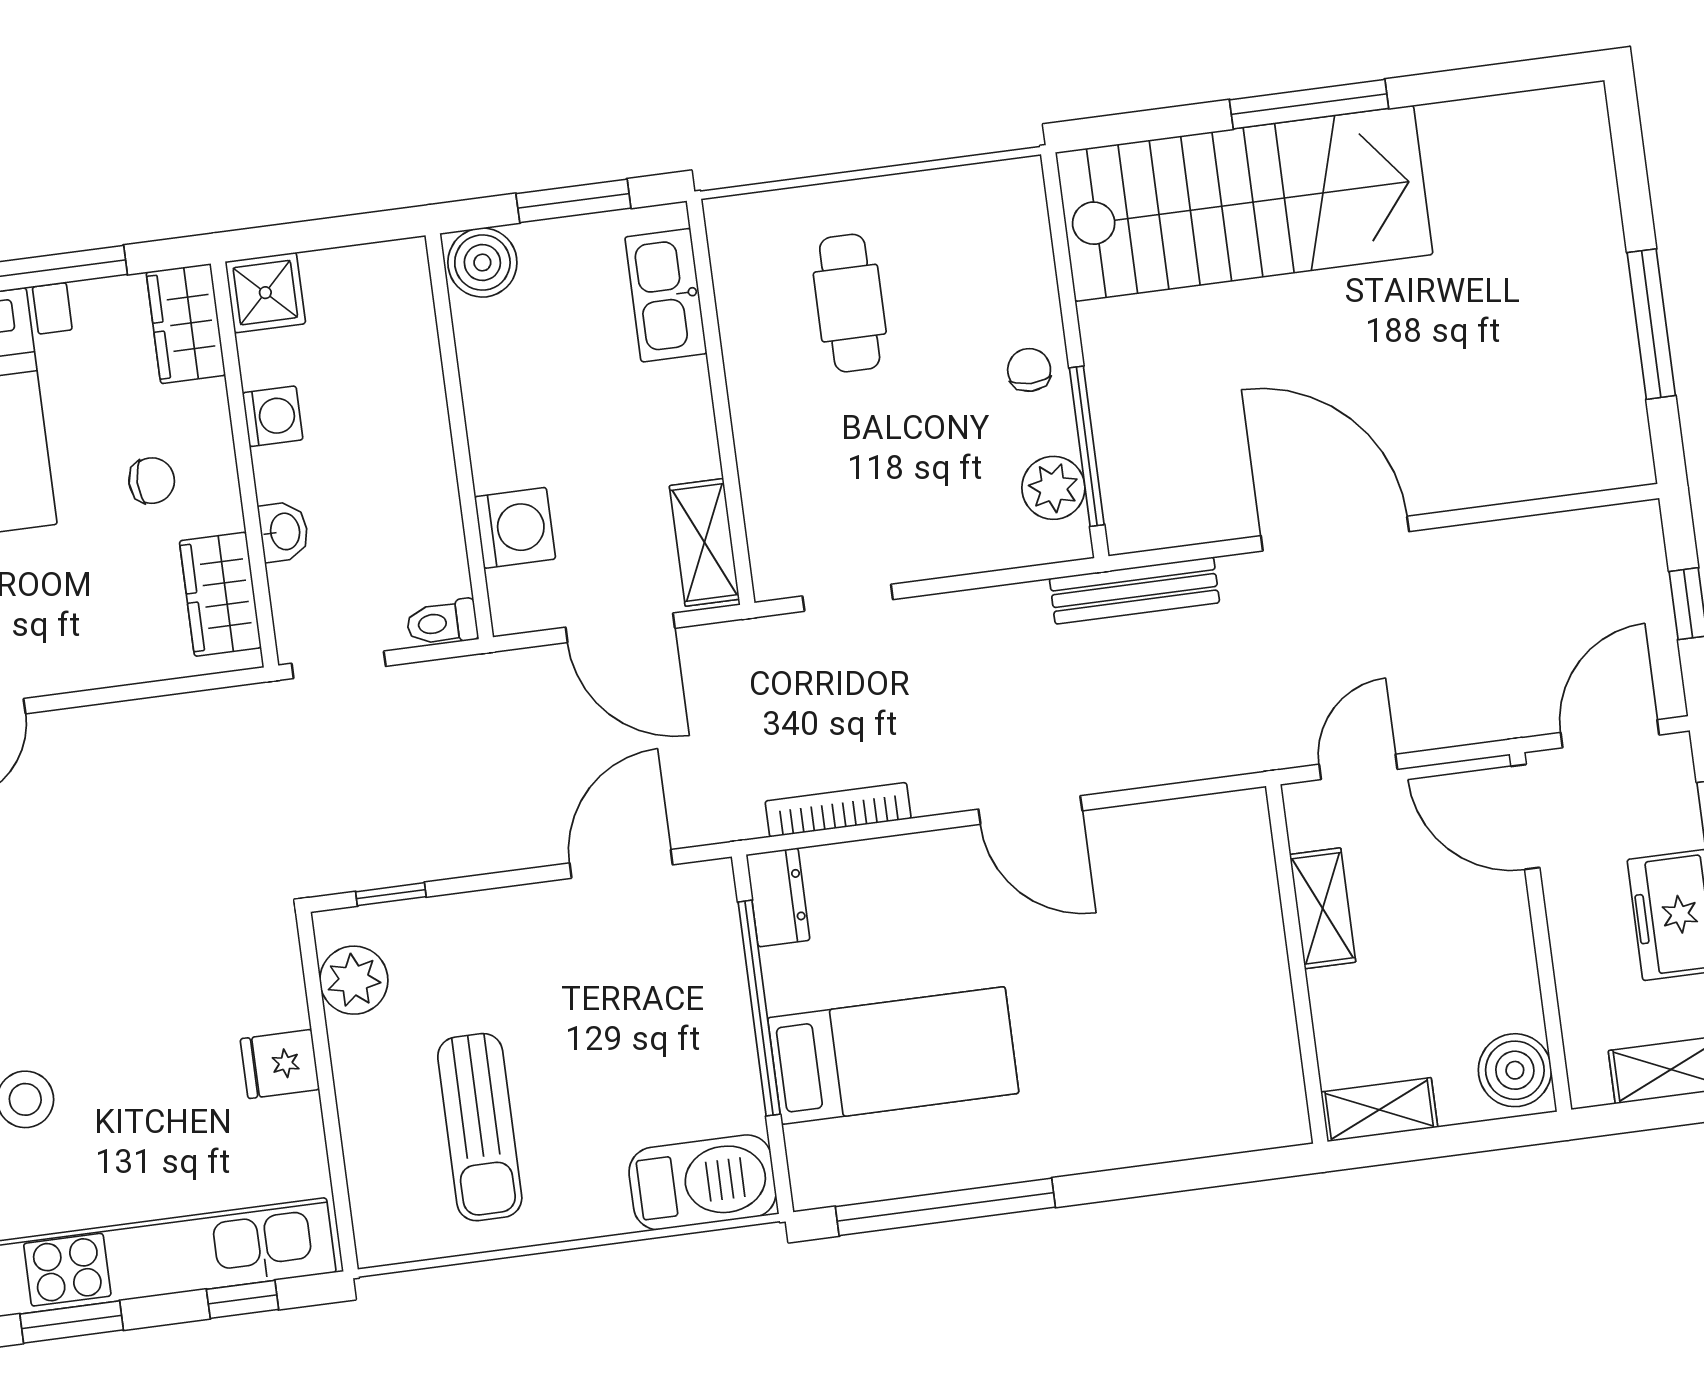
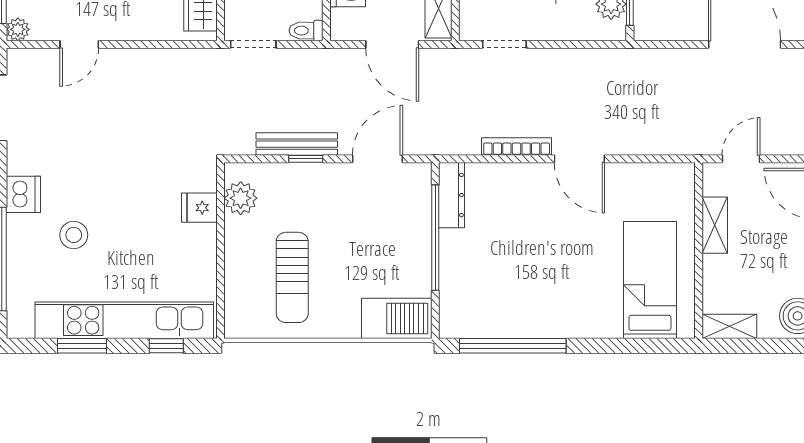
bench: (1134, 591) -> (297, 144), moved
bookcase: (838, 810) -> (517, 146), moved
window: (391, 894) -> (306, 159), moved
dresser: (778, 897) -> (451, 195), width x1.44
bed: (893, 1055) -> (650, 280), moved, turned -90
fridge: (280, 1064) -> (199, 208), moved

